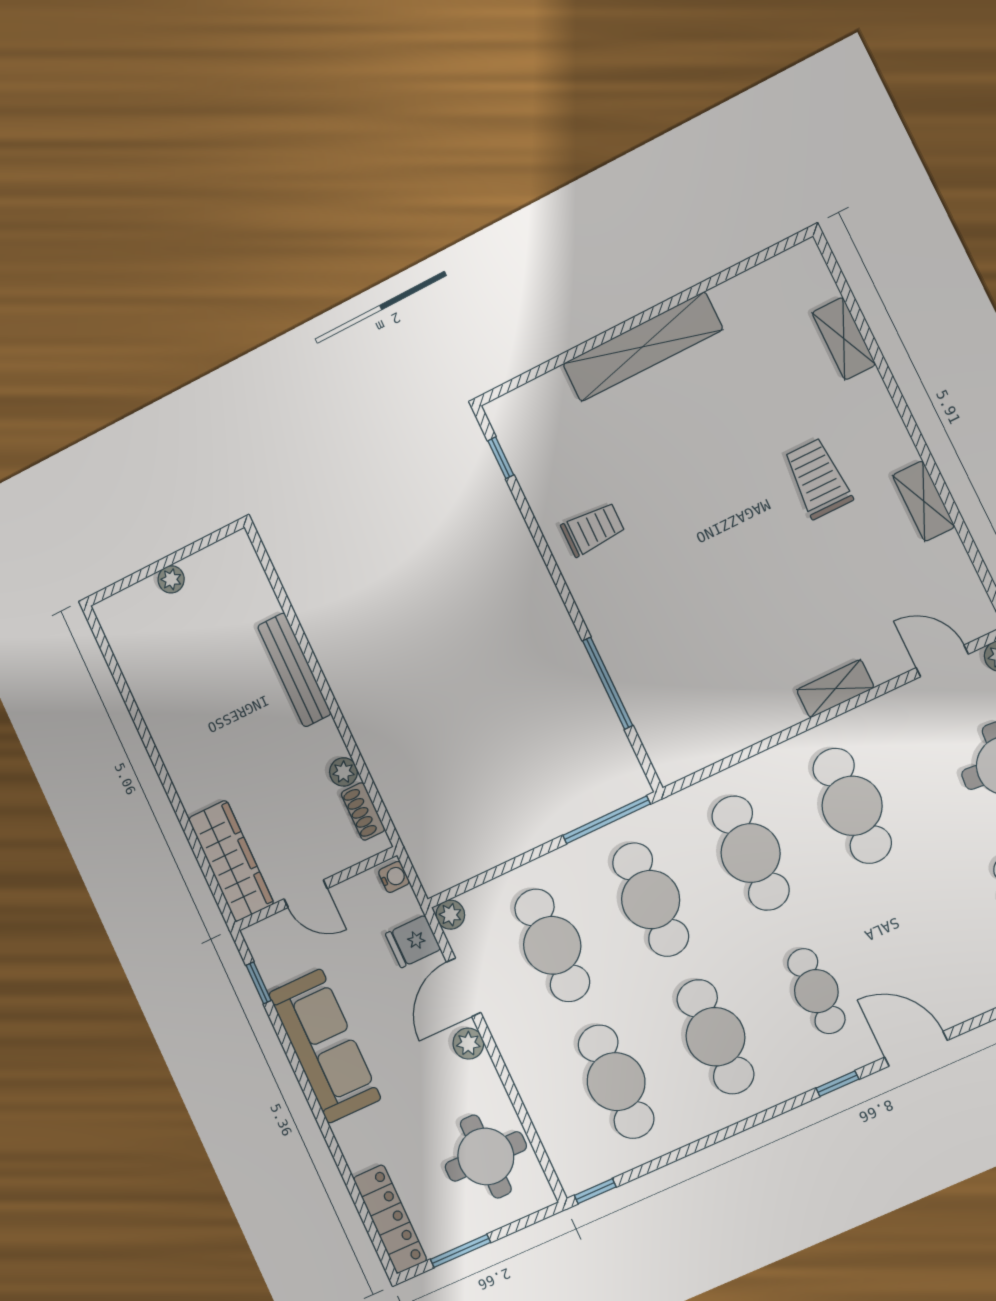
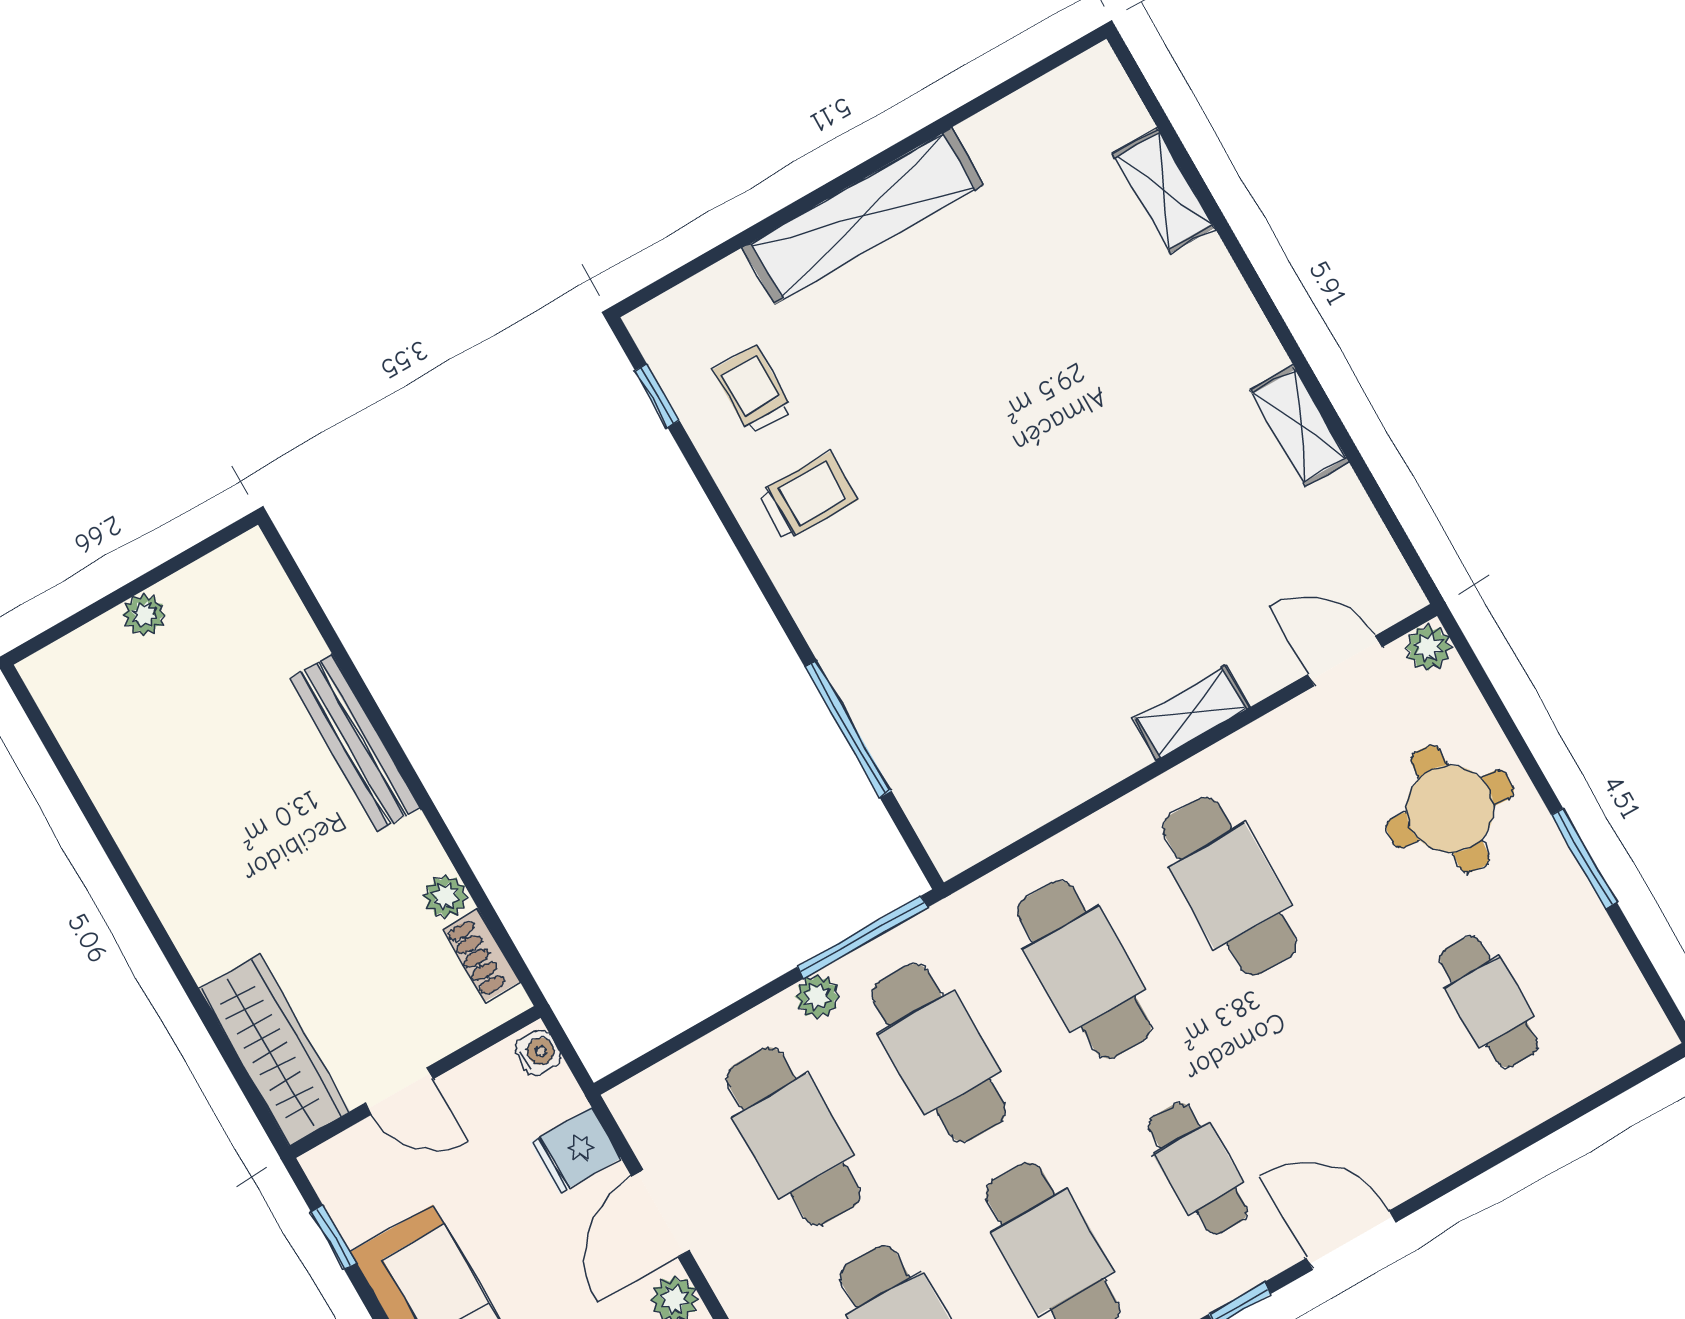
trolley: (818, 478) -> (753, 390), moved, width x0.73, depth x0.72
plant: (450, 915) -> (817, 997), moved

